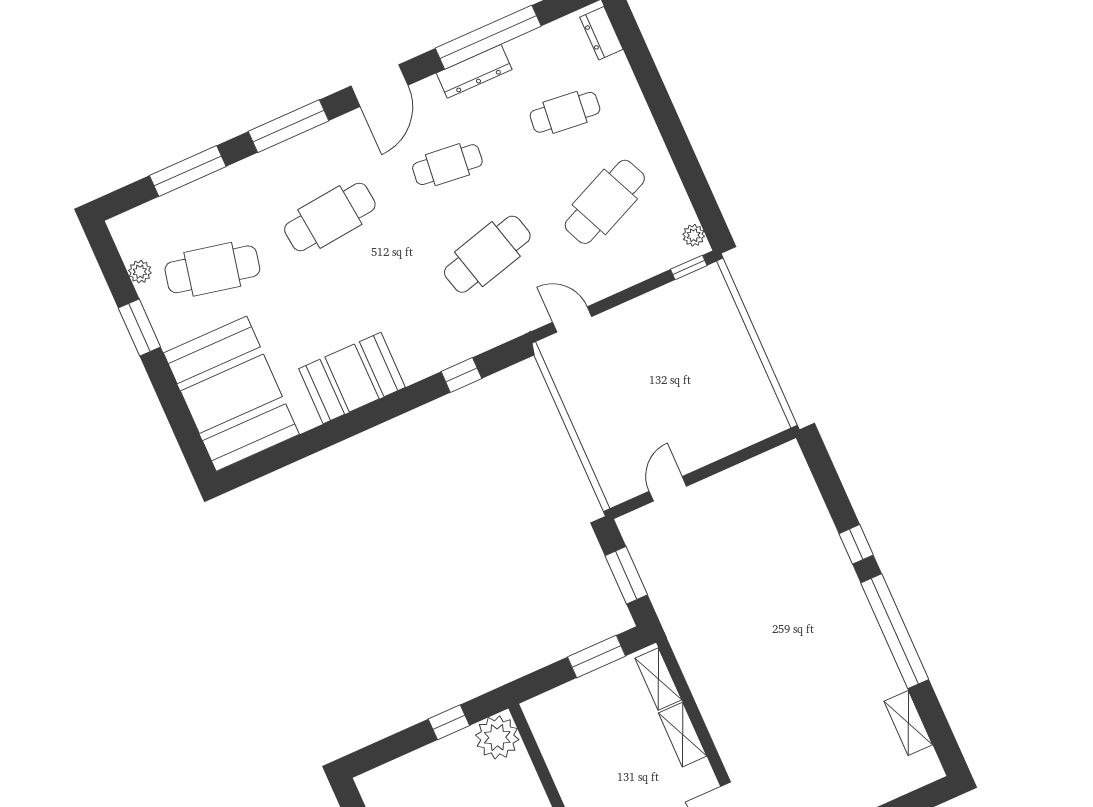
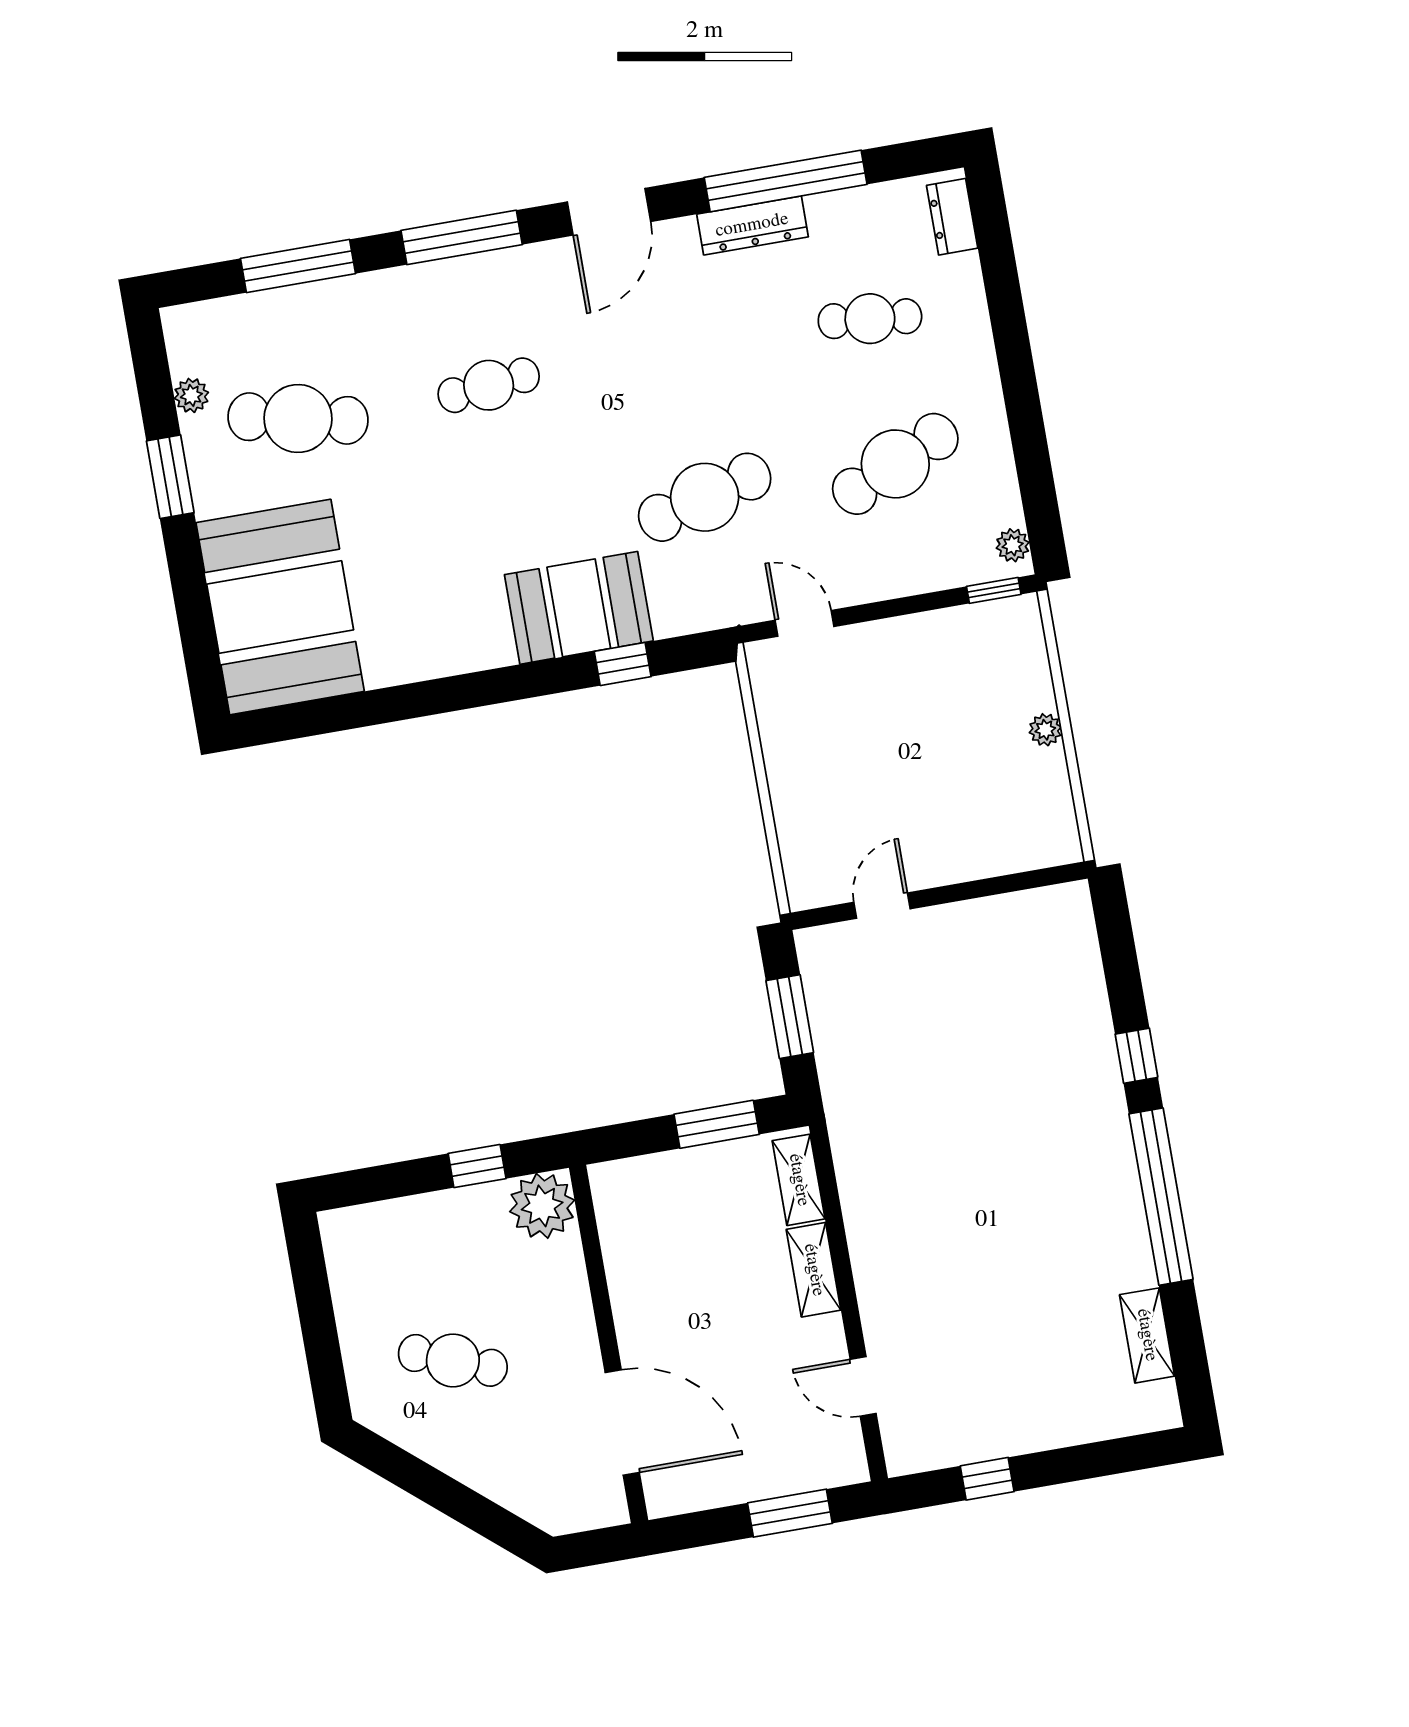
cafe table: (447, 165) -> (679, 352), removed
cafe table: (330, 217) -> (489, 385), width x0.73, depth x0.74
plant: (745, 349) -> (1045, 730), added
booth: (352, 378) -> (579, 608), moved

